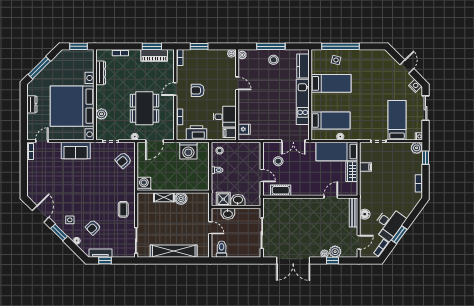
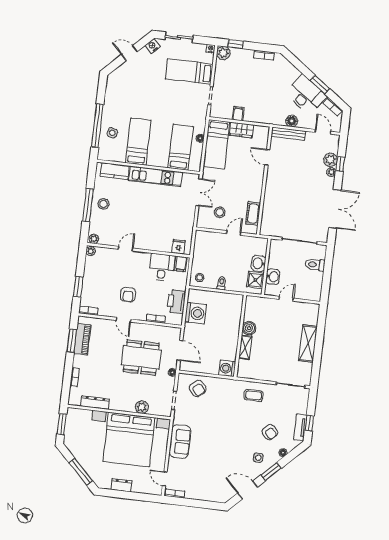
toilet: (222, 249) -> (315, 265), moved
shelving: (174, 251) -> (308, 344), width x0.68

